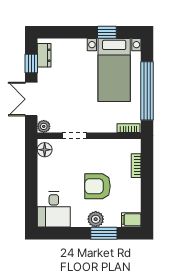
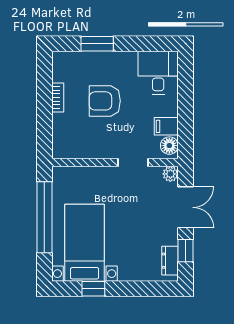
bookcase: (129, 128) -> (67, 172), removed
bookcase: (136, 166) -> (58, 97), moved
armchair: (98, 186) -> (105, 101), turned 180
plant: (96, 219) -> (107, 61), removed
filing cabinet: (131, 220) -> (166, 126), moved, turned 180

